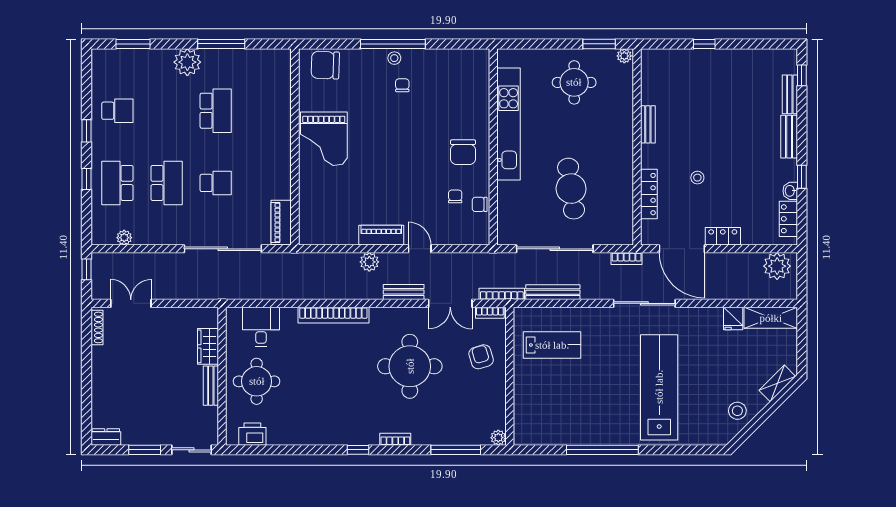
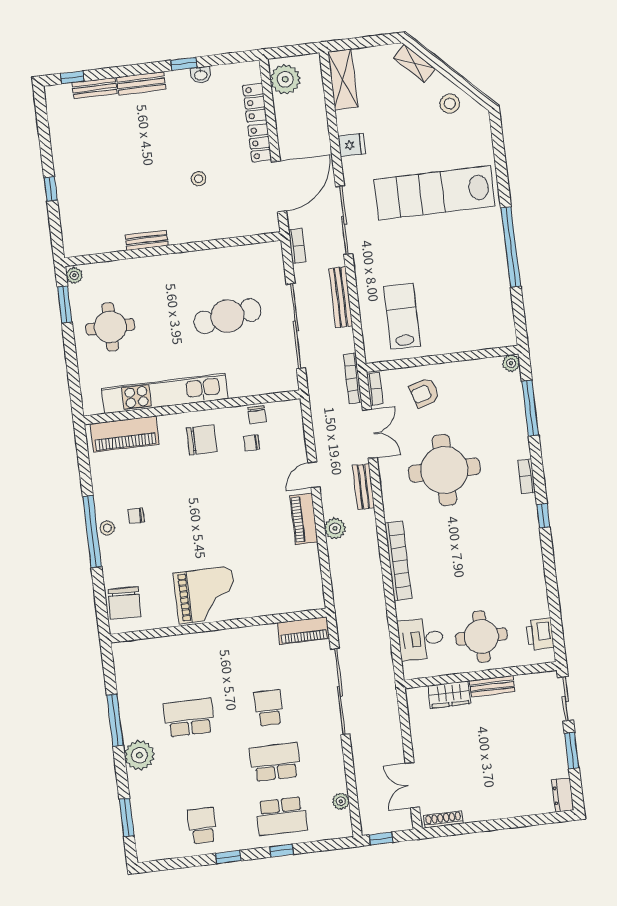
piano: (477, 84) -> (125, 434), added
locker: (649, 194) -> (223, 230), removed
locker: (788, 219) -> (255, 103), moved, turned 90
bench: (553, 292) -> (341, 297), moved
fridge: (733, 318) -> (352, 145), moved

